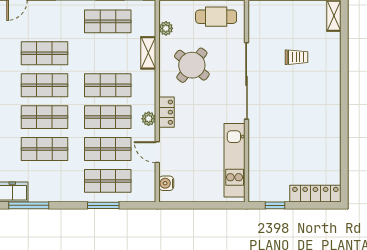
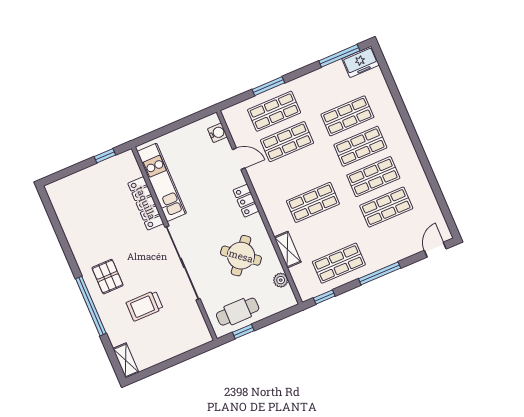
trolley: (296, 57) -> (145, 306), width x1.36, depth x1.39
window: (344, 77) -> (91, 306), added
pallet: (318, 97) -> (108, 277), added
shop shelf: (108, 117) -> (300, 172), removed
plant: (149, 119) -> (260, 187), removed
locker: (315, 194) -> (146, 203), moved, turned 90

